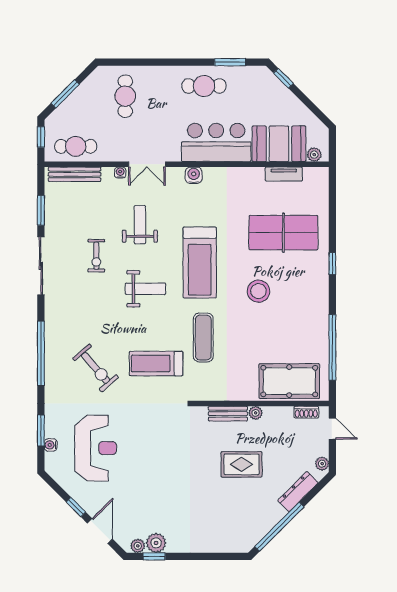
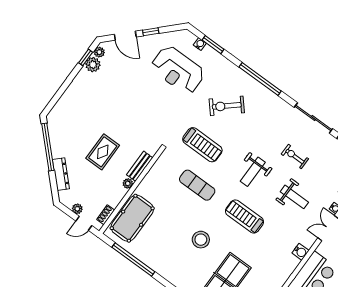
treadmill: (200, 263) -> (245, 216), width x0.73, depth x0.73
treadmill: (156, 363) -> (202, 145), turned 90
plant: (322, 464) -> (77, 209), moved

